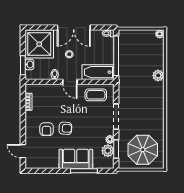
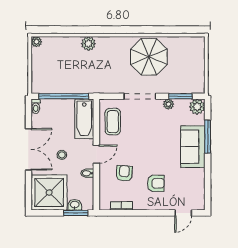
armchair: (65, 128) -> (124, 173), moved
parasol: (143, 150) -> (149, 57), moved
plant: (108, 151) -> (197, 107), moved

